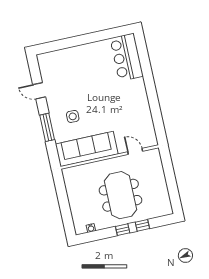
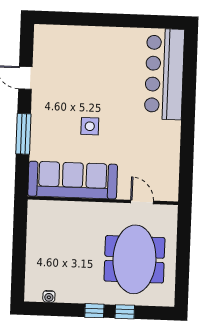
bar counter: (127, 57) -> (164, 74), width x1.36
side table: (73, 116) -> (90, 126), moved
meeting table: (121, 195) -> (134, 259), moved

